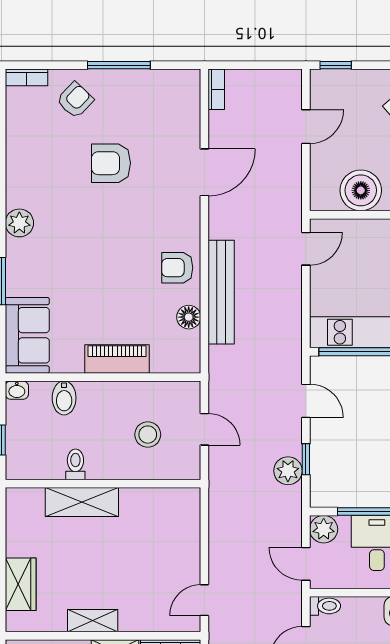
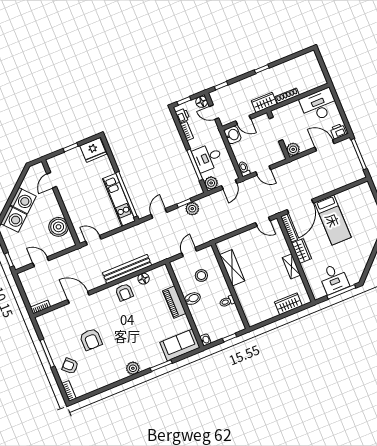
bidet: (64, 398) -> (192, 299), moved
shelving: (82, 502) -> (232, 268), moved

